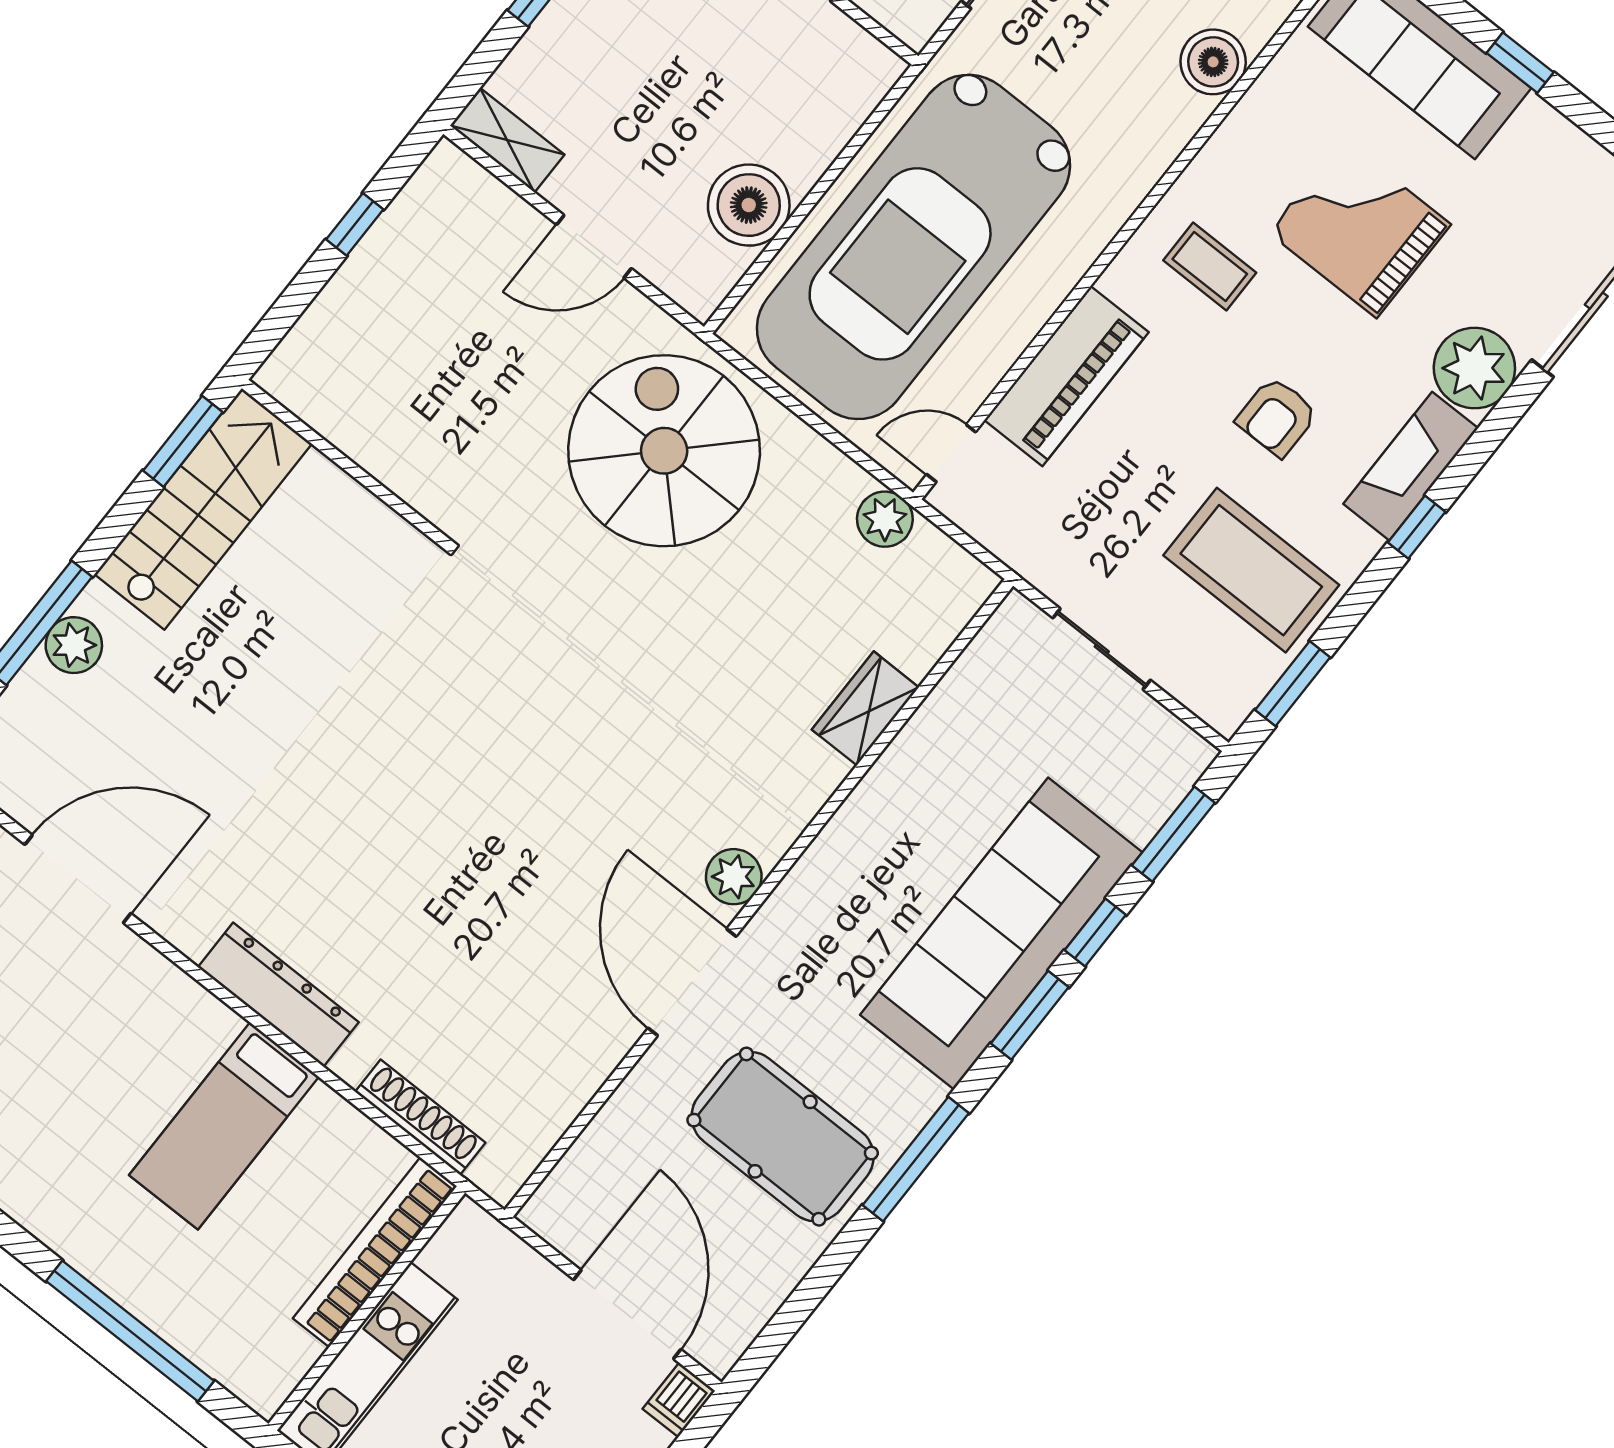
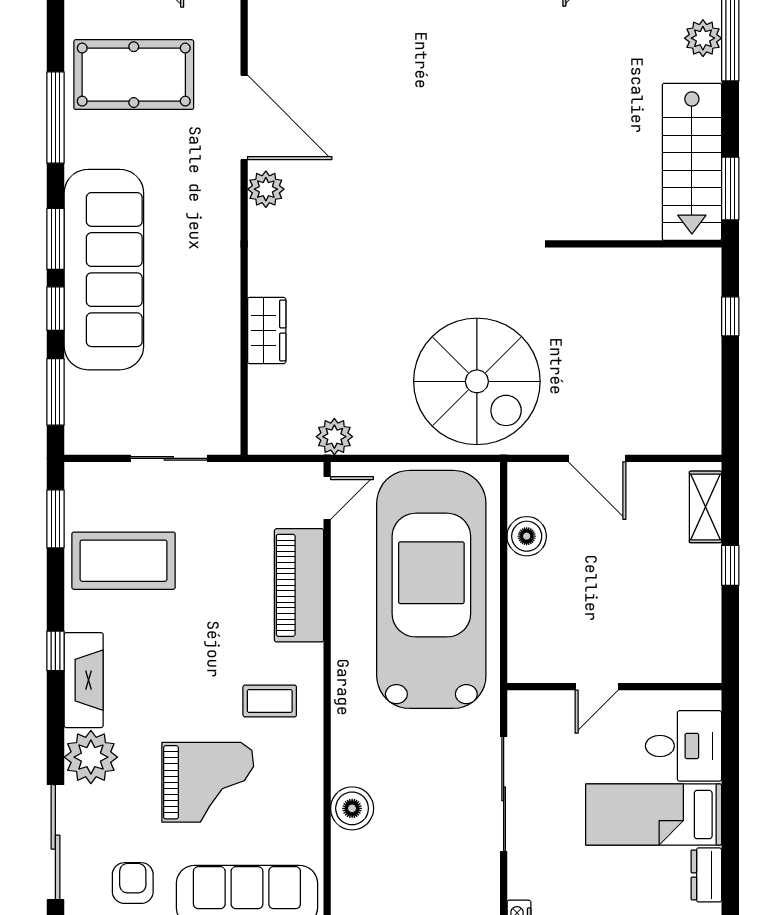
shelving: (507, 140) -> (705, 507), moved, turned 90
boiler: (749, 205) -> (527, 536), width x0.73, depth x0.73
window: (355, 224) -> (730, 316), moved
door: (594, 247) -> (597, 458), swing flipped
armchair: (1277, 417) -> (133, 883), moved

